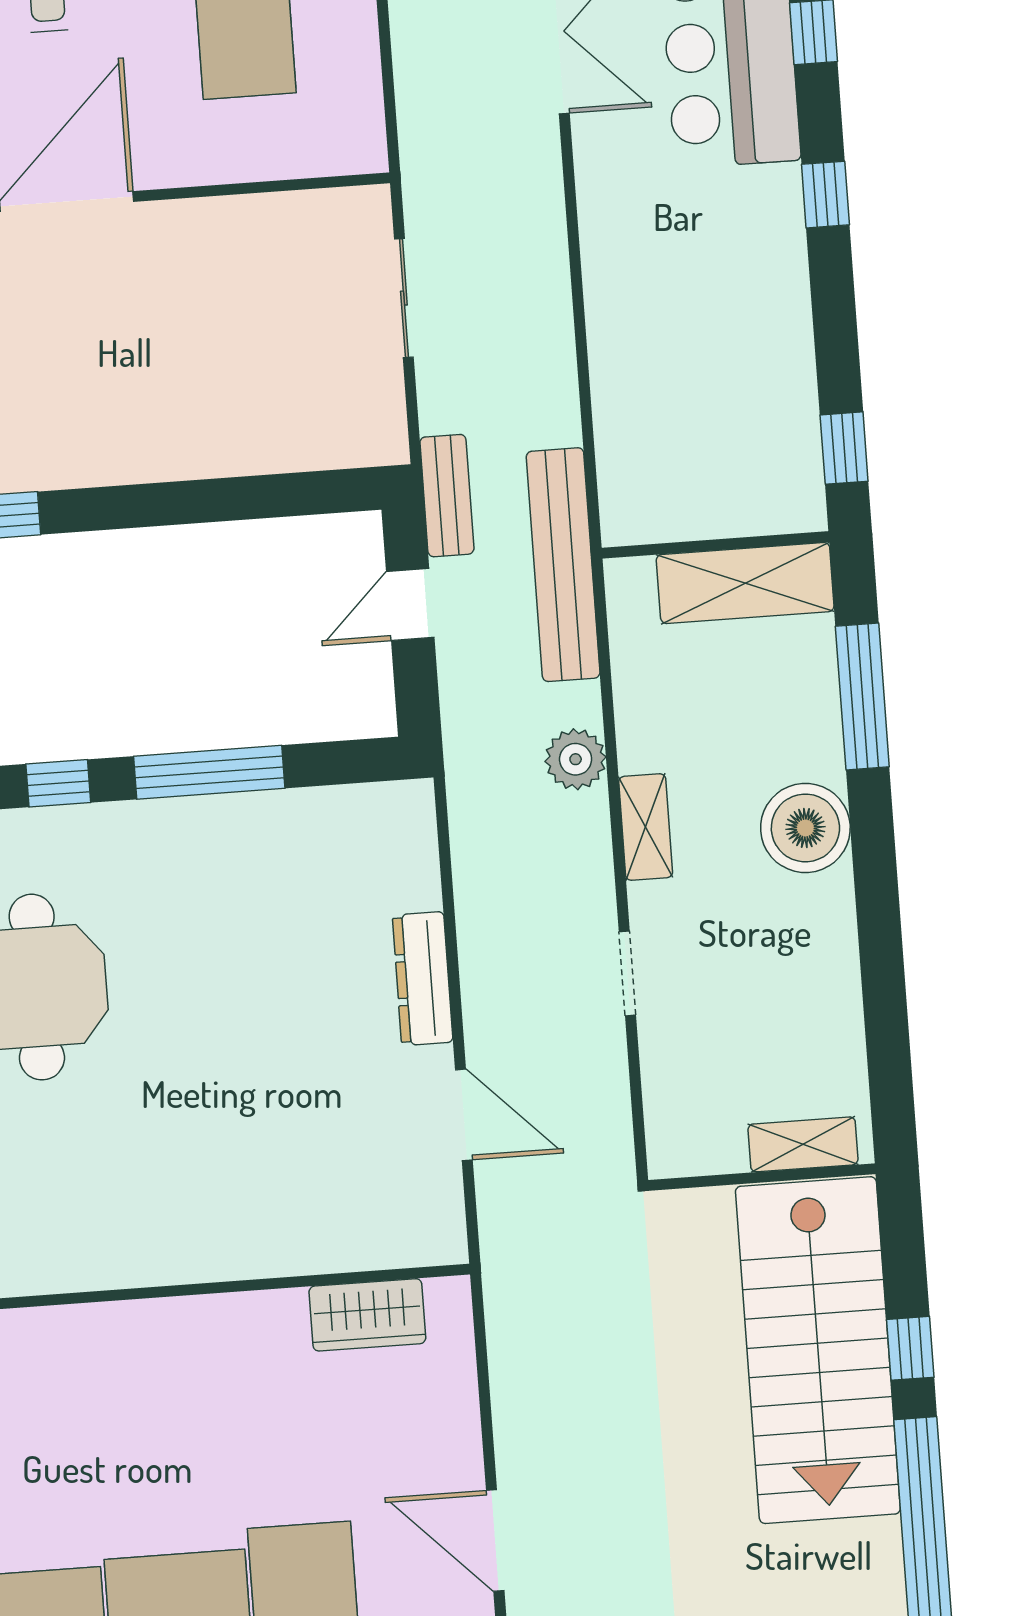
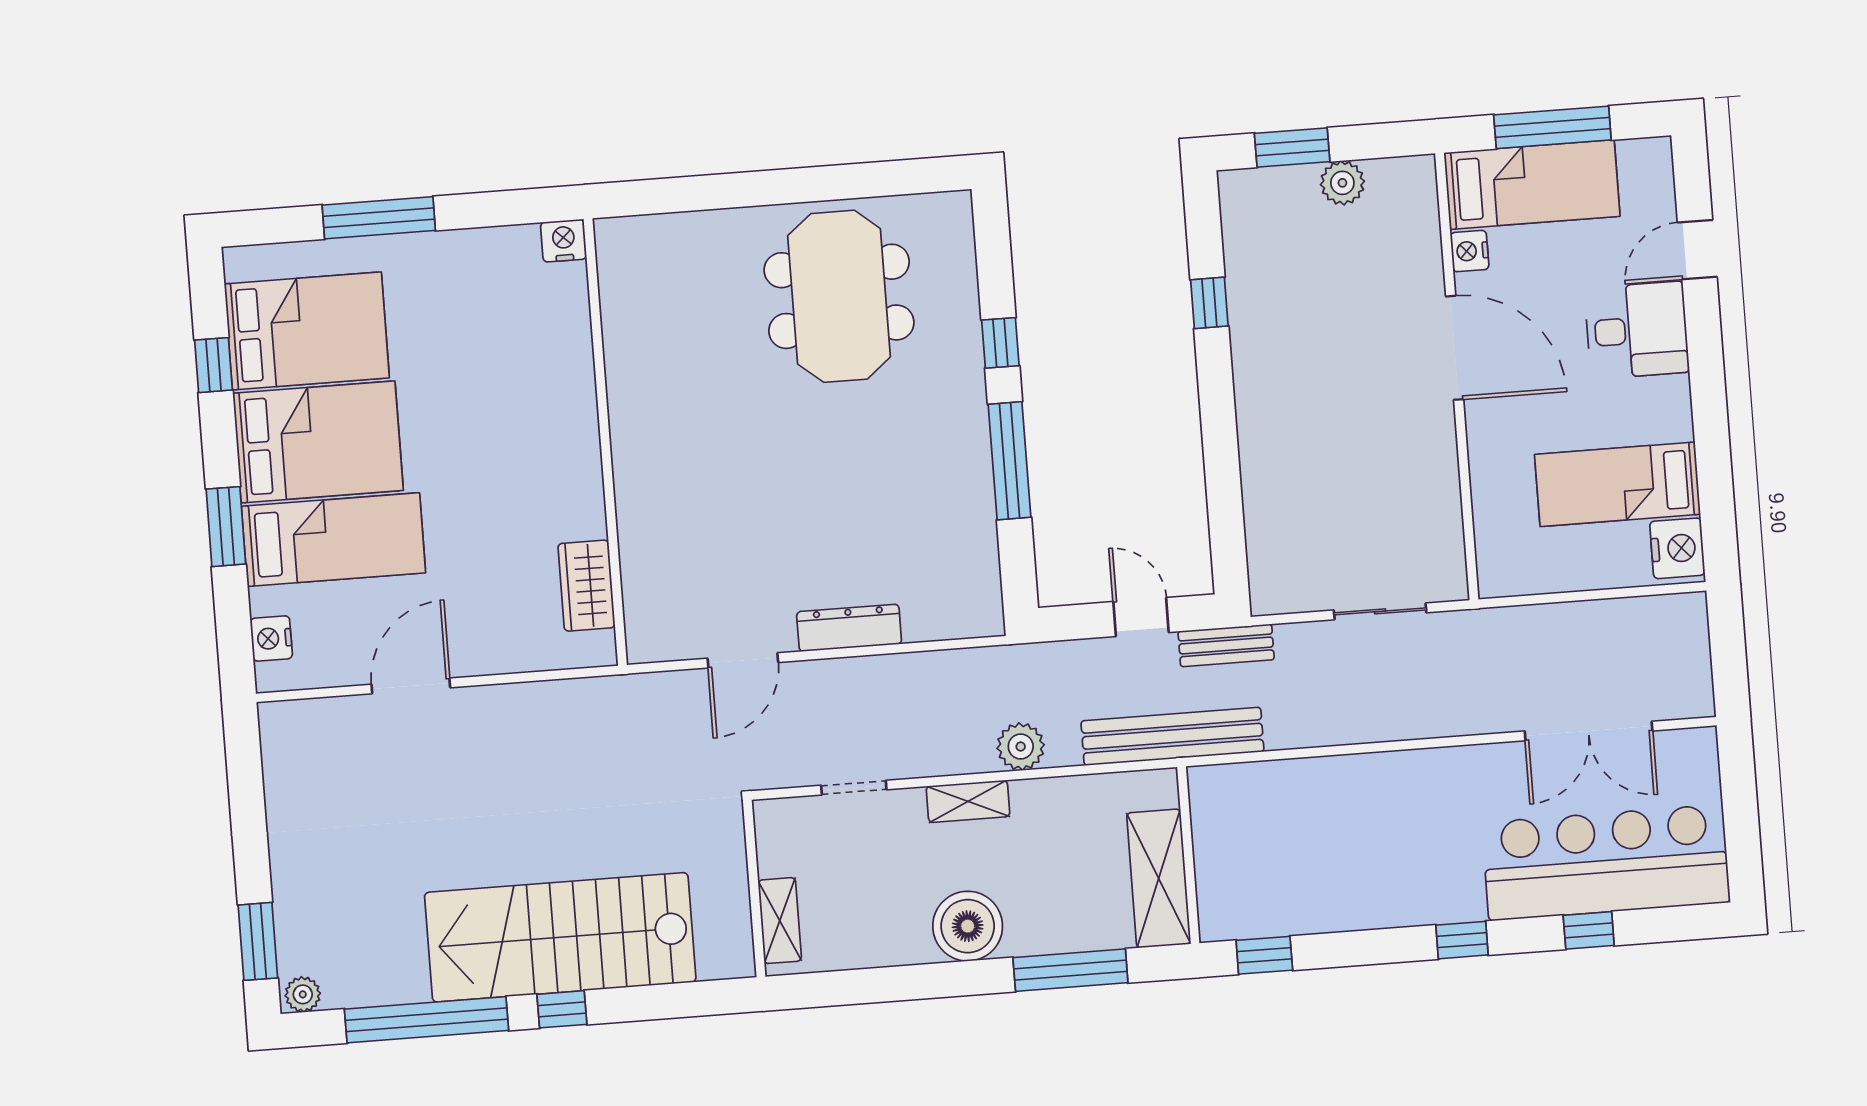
shelving: (803, 1144) -> (780, 921), moved
wall: (762, 1177) -> (754, 889), moved

